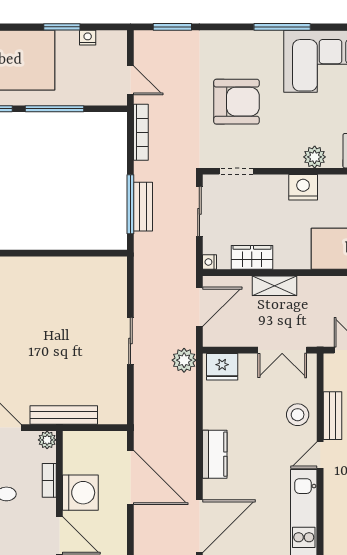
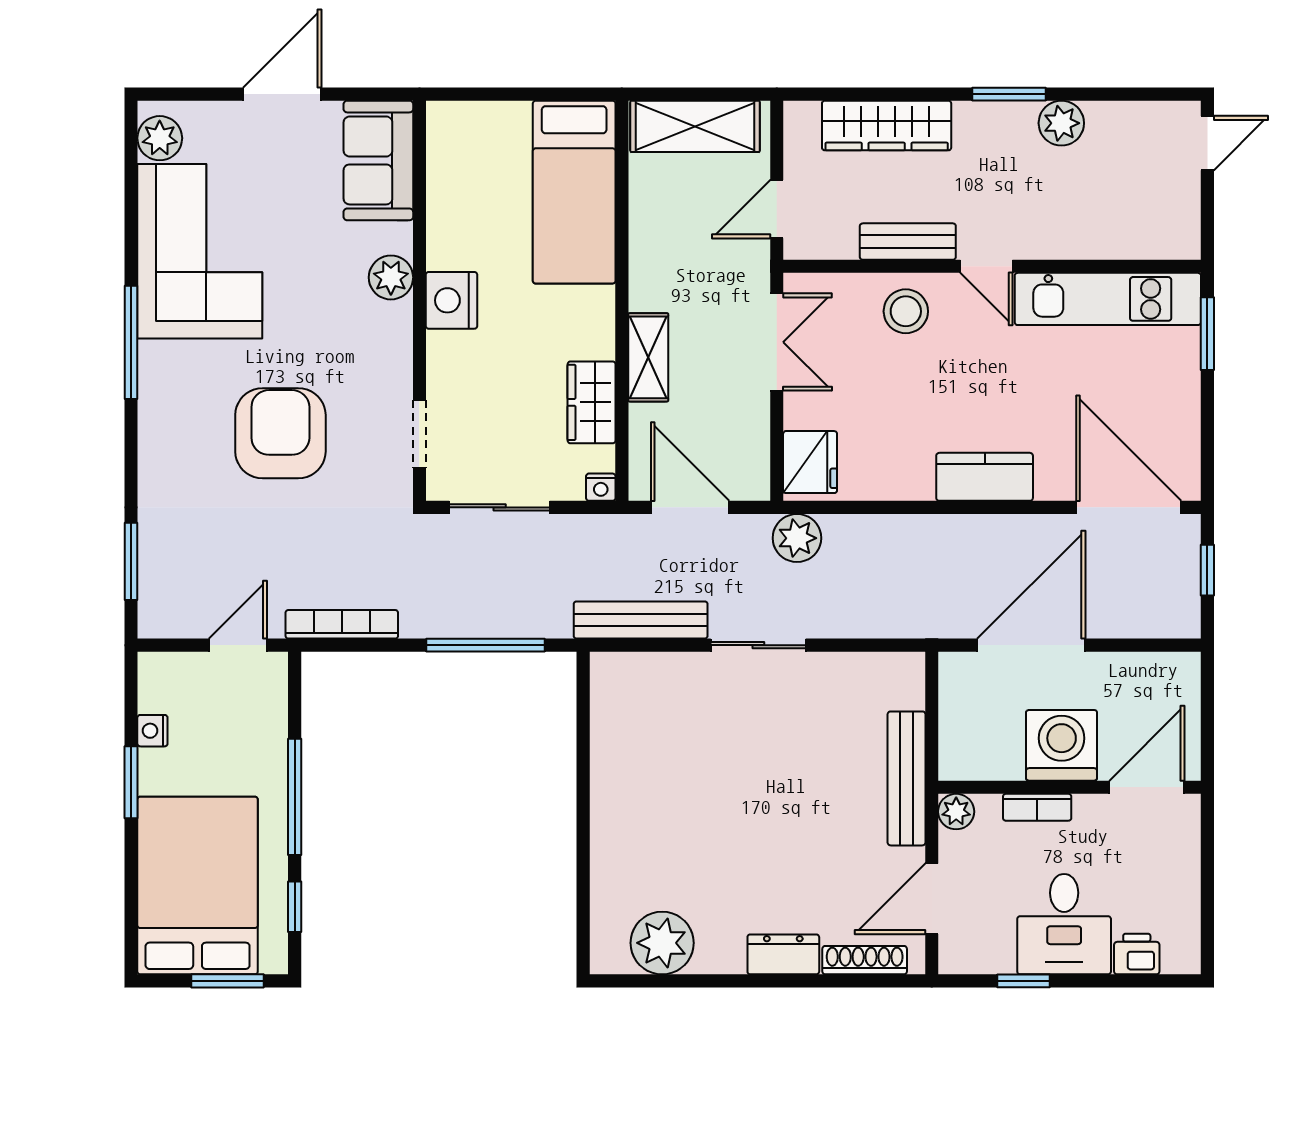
bench: (143, 207) -> (641, 620), moved, width x1.36

